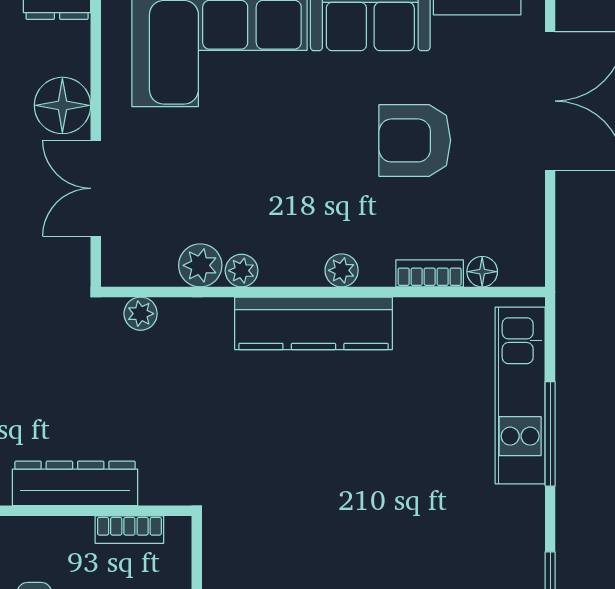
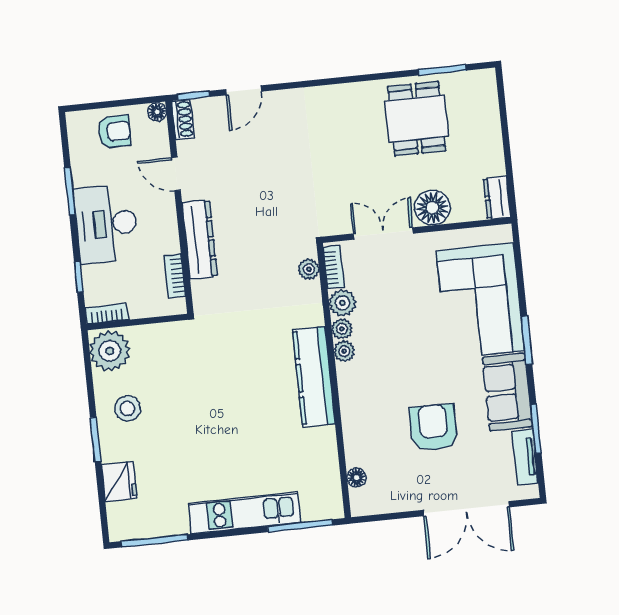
plant: (342, 270) -> (344, 351), moved
bookcase: (430, 273) -> (334, 267), moved
kitchen unit: (520, 395) -> (245, 513), moved
window: (550, 434) -> (300, 526), moved

